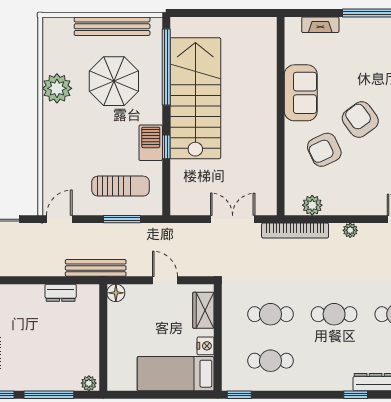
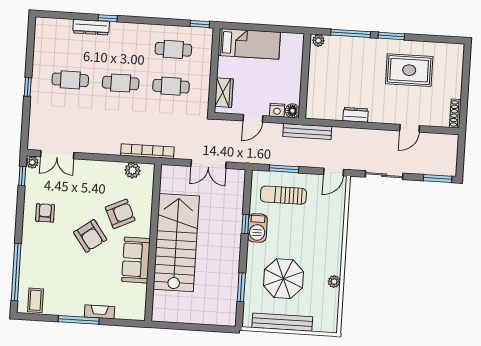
fireplace: (320, 25) -> (100, 312), moved
window: (166, 67) -> (241, 287), width x0.47
plant: (57, 88) -> (334, 282), width x0.53, depth x0.53
stairs: (195, 98) -> (176, 243), moved, turned 180
double door: (233, 219) -> (209, 164), moved
plant: (350, 230) -> (104, 149), removed
door: (165, 280) -> (253, 118), hinge flipped
dresser: (61, 293) -> (355, 115), moved
nightstand: (206, 346) -> (277, 110), moved, turned -90

